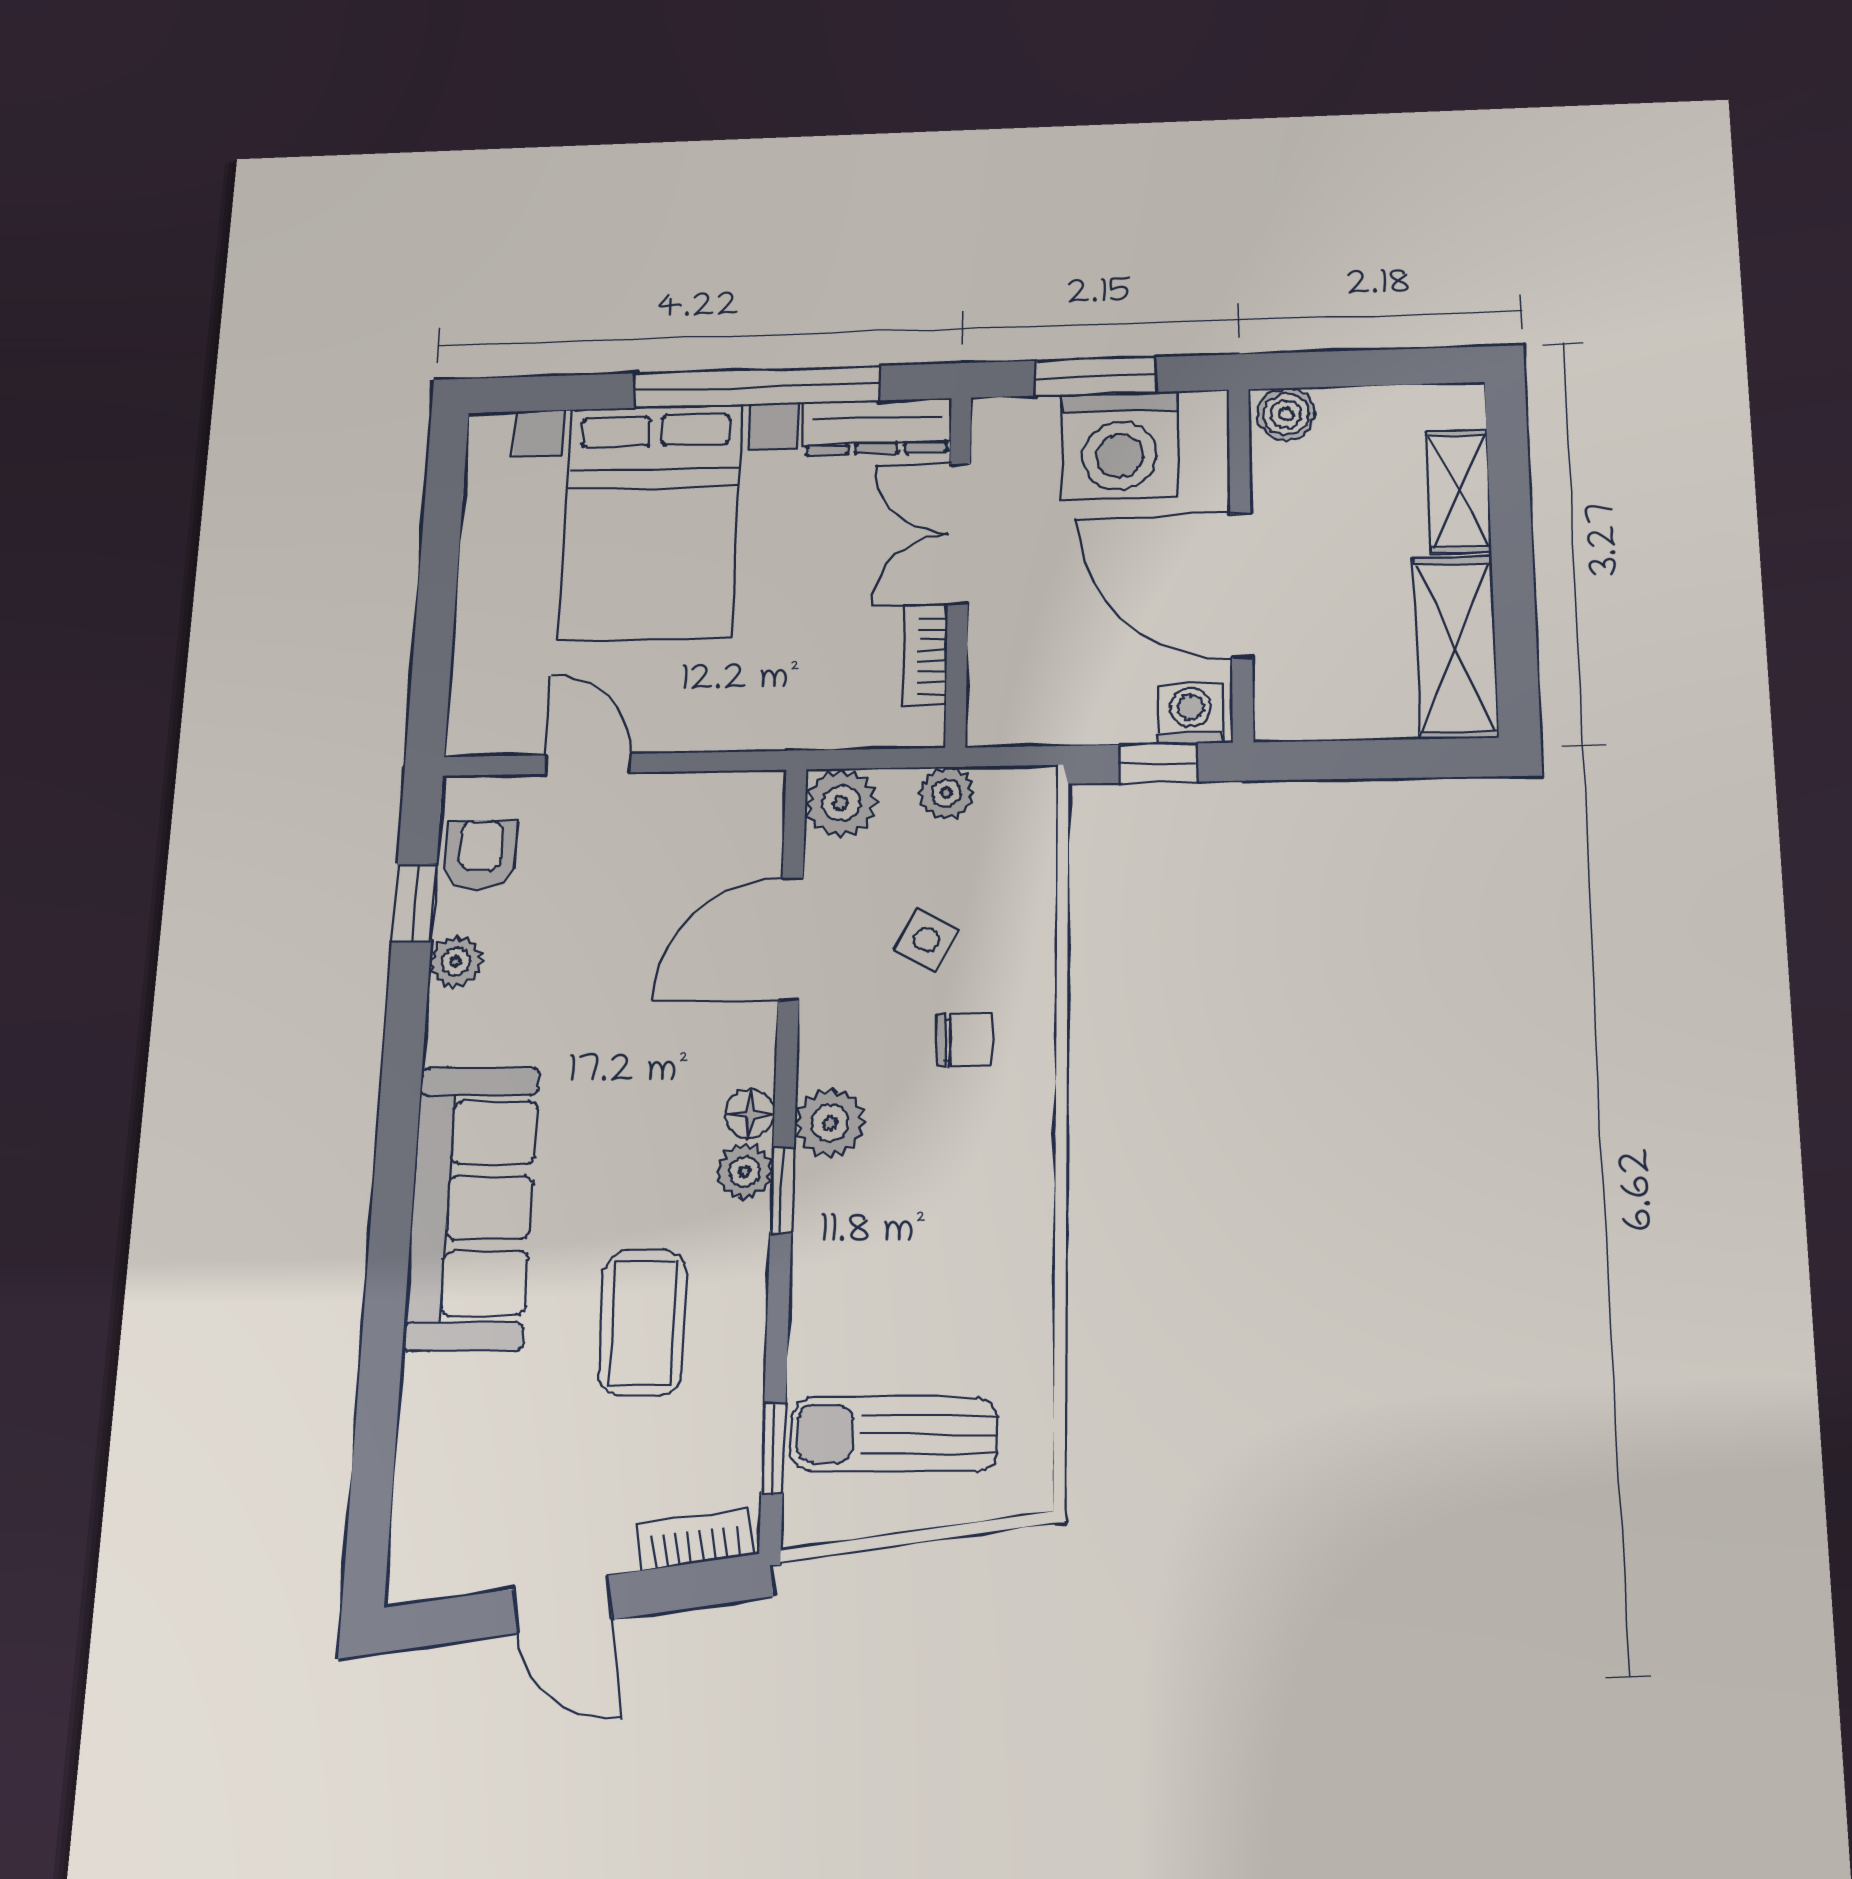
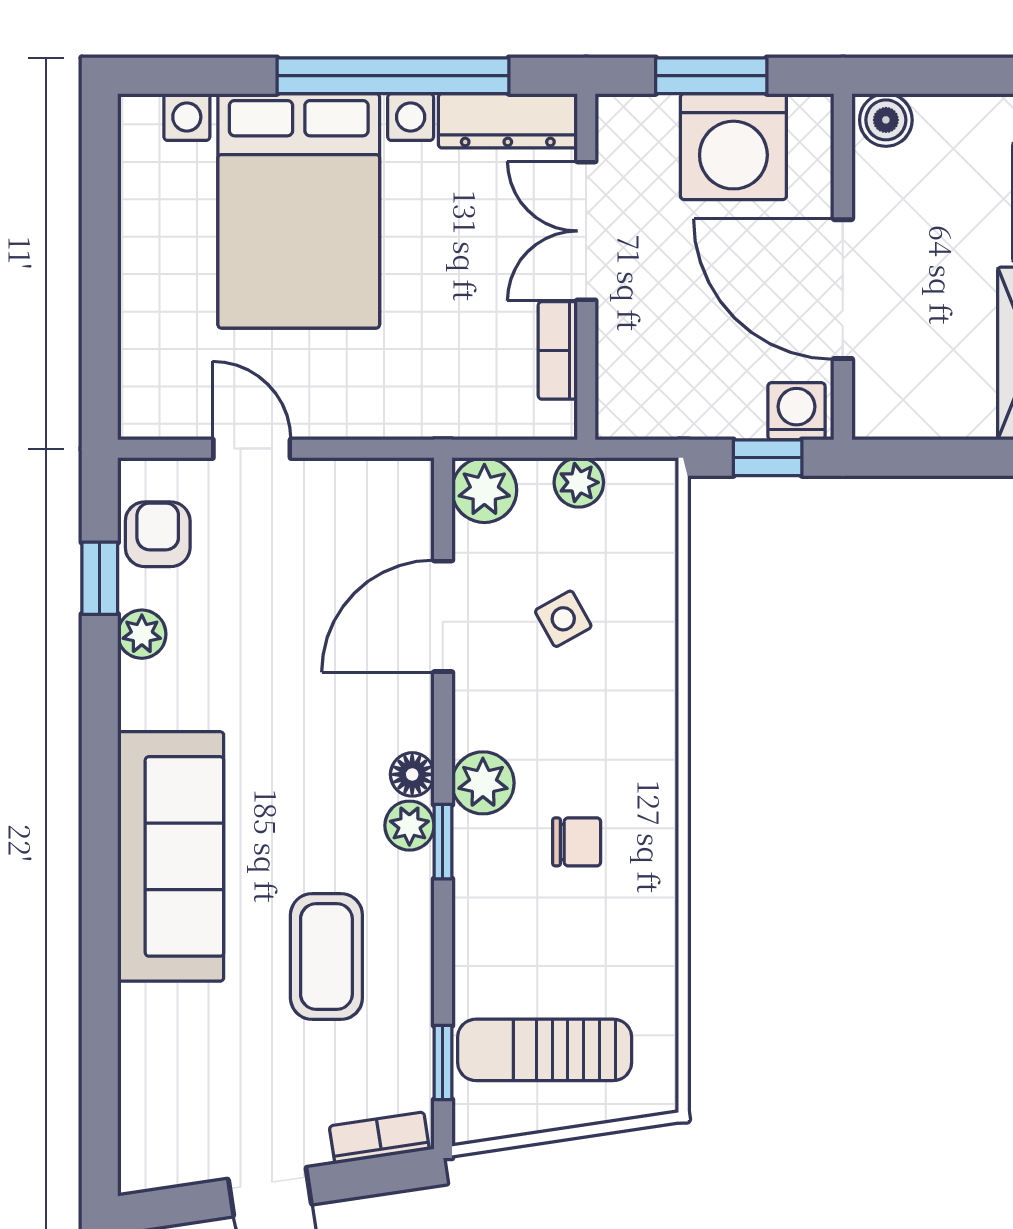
side table: (926, 940) -> (563, 619), turned 33
chair: (964, 1040) -> (577, 842), moved

